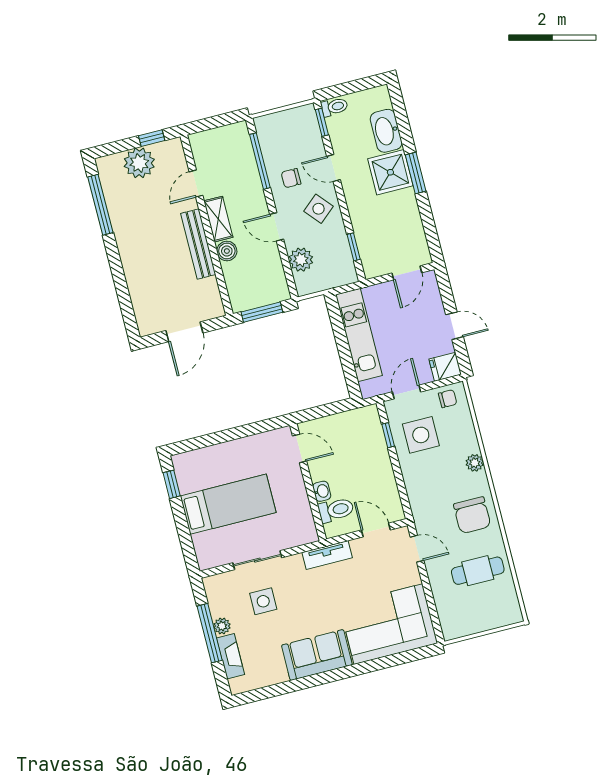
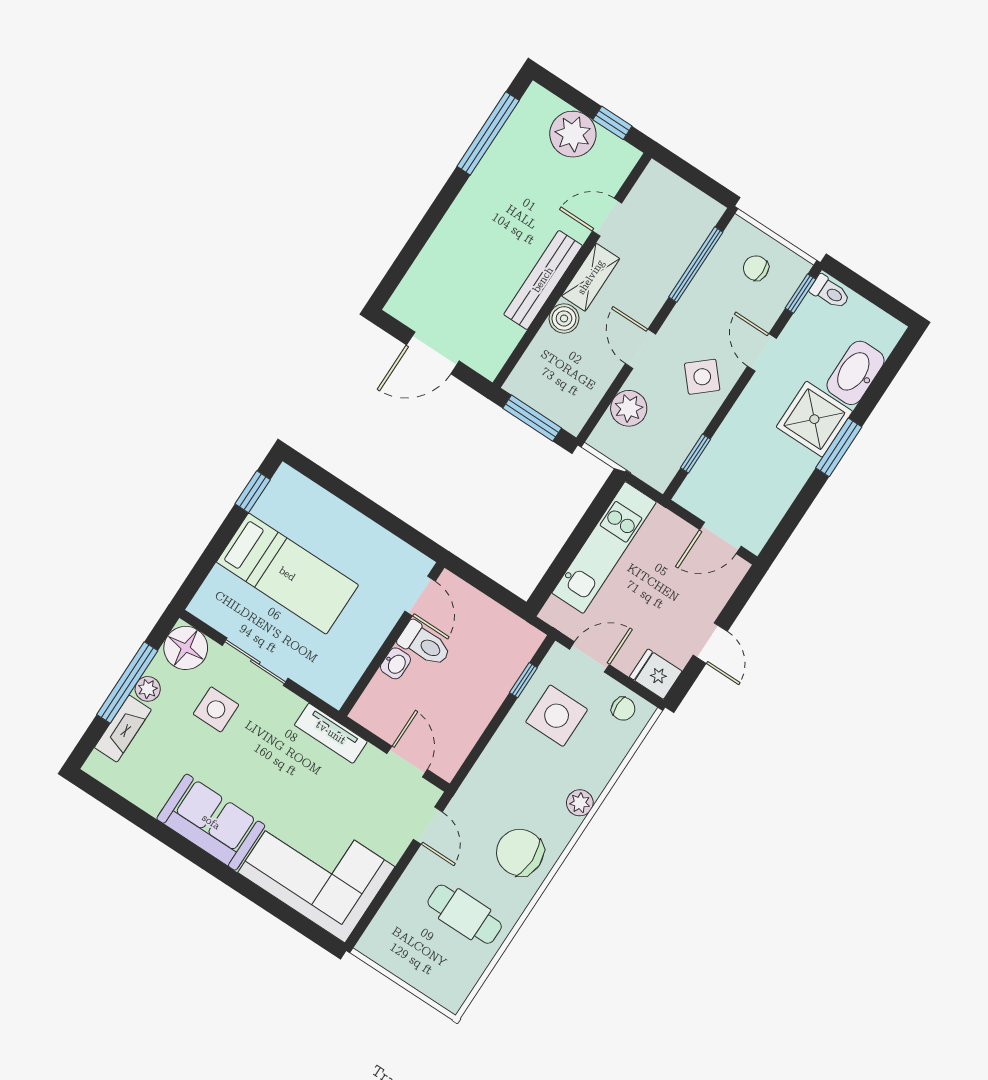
chair: (291, 178) -> (756, 268), moved
toilet: (336, 510) -> (425, 644), moved
chair: (472, 515) -> (520, 852), turned 90
floor lamp: (219, 588) -> (186, 648), added

